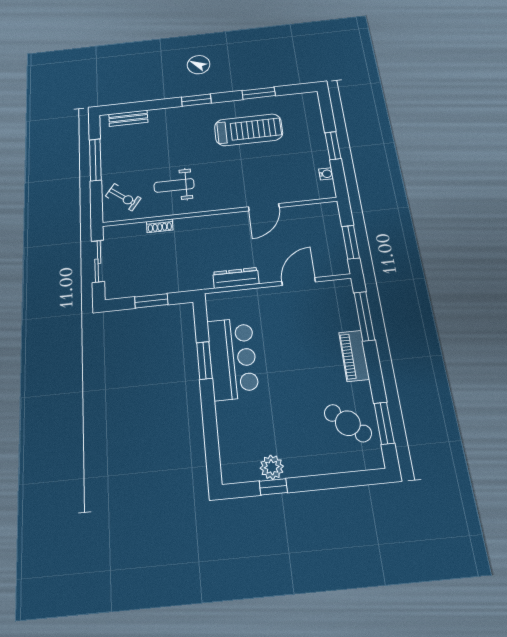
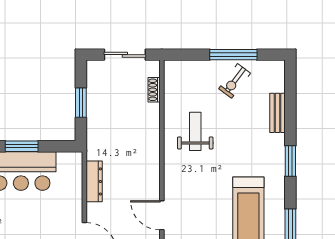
bench: (128, 118) -> (278, 113), moved
exercise bike: (123, 197) -> (235, 81), moved
shoe rack: (160, 226) -> (154, 90), moved

